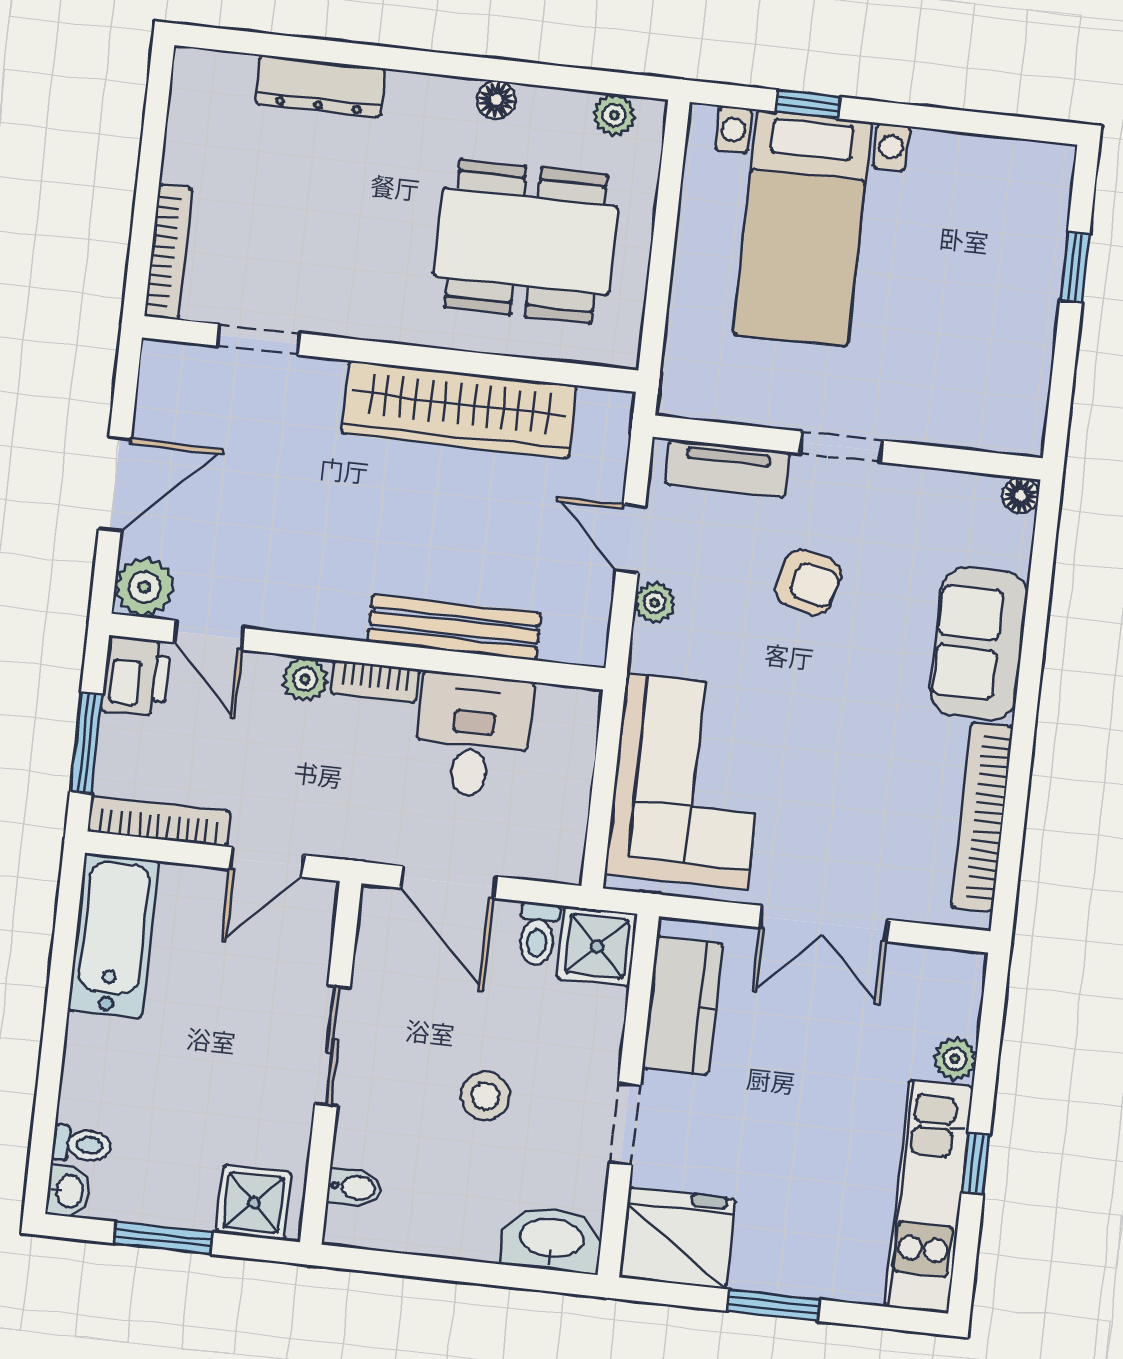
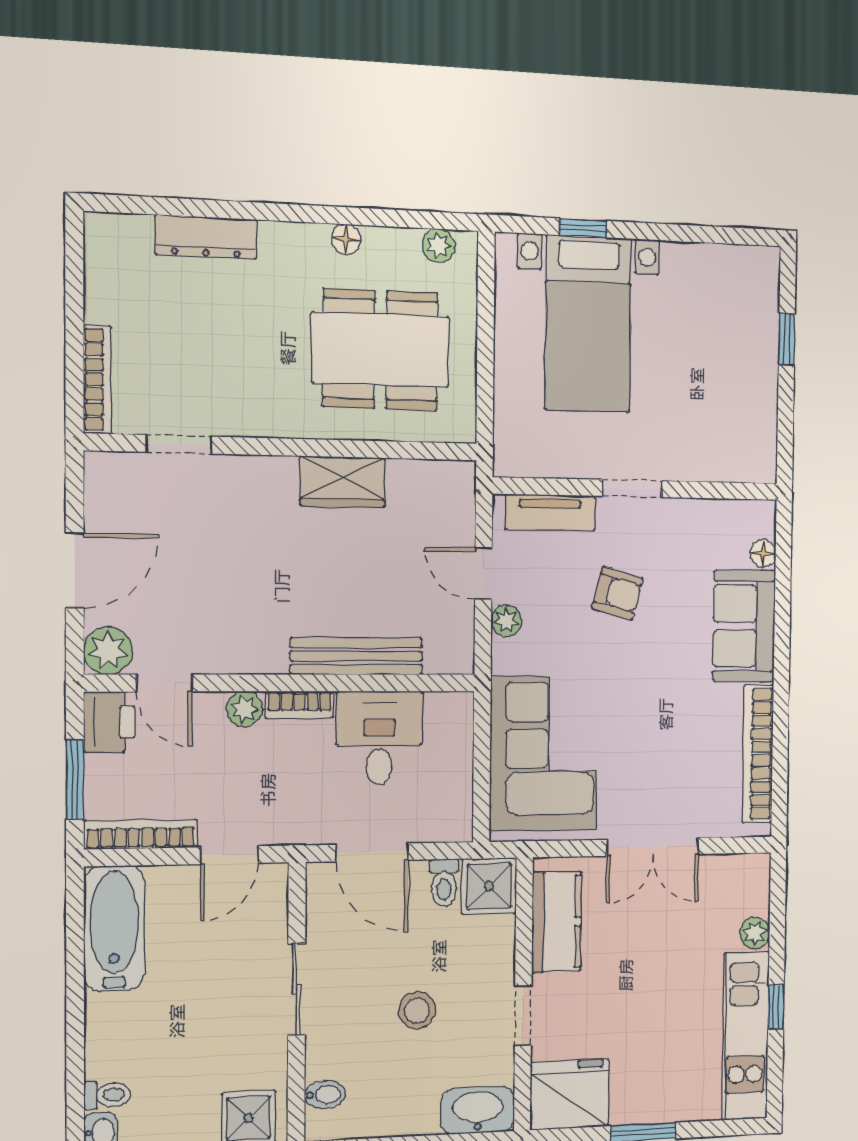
wardrobe: (459, 410) -> (343, 482), width x0.48, depth x0.85
floor lamp: (1021, 496) -> (763, 554), moved

